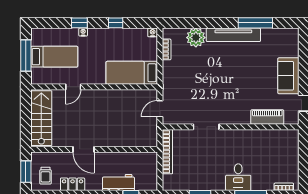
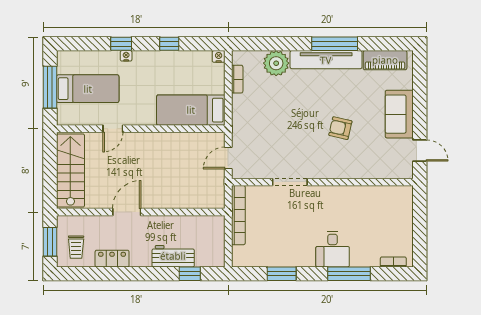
window: (255, 23) -> (335, 44), moved
armchair: (244, 86) -> (340, 128), added
piano: (267, 117) -> (385, 60), moved, turned 180
door: (84, 149) -> (127, 212), swing flipped

